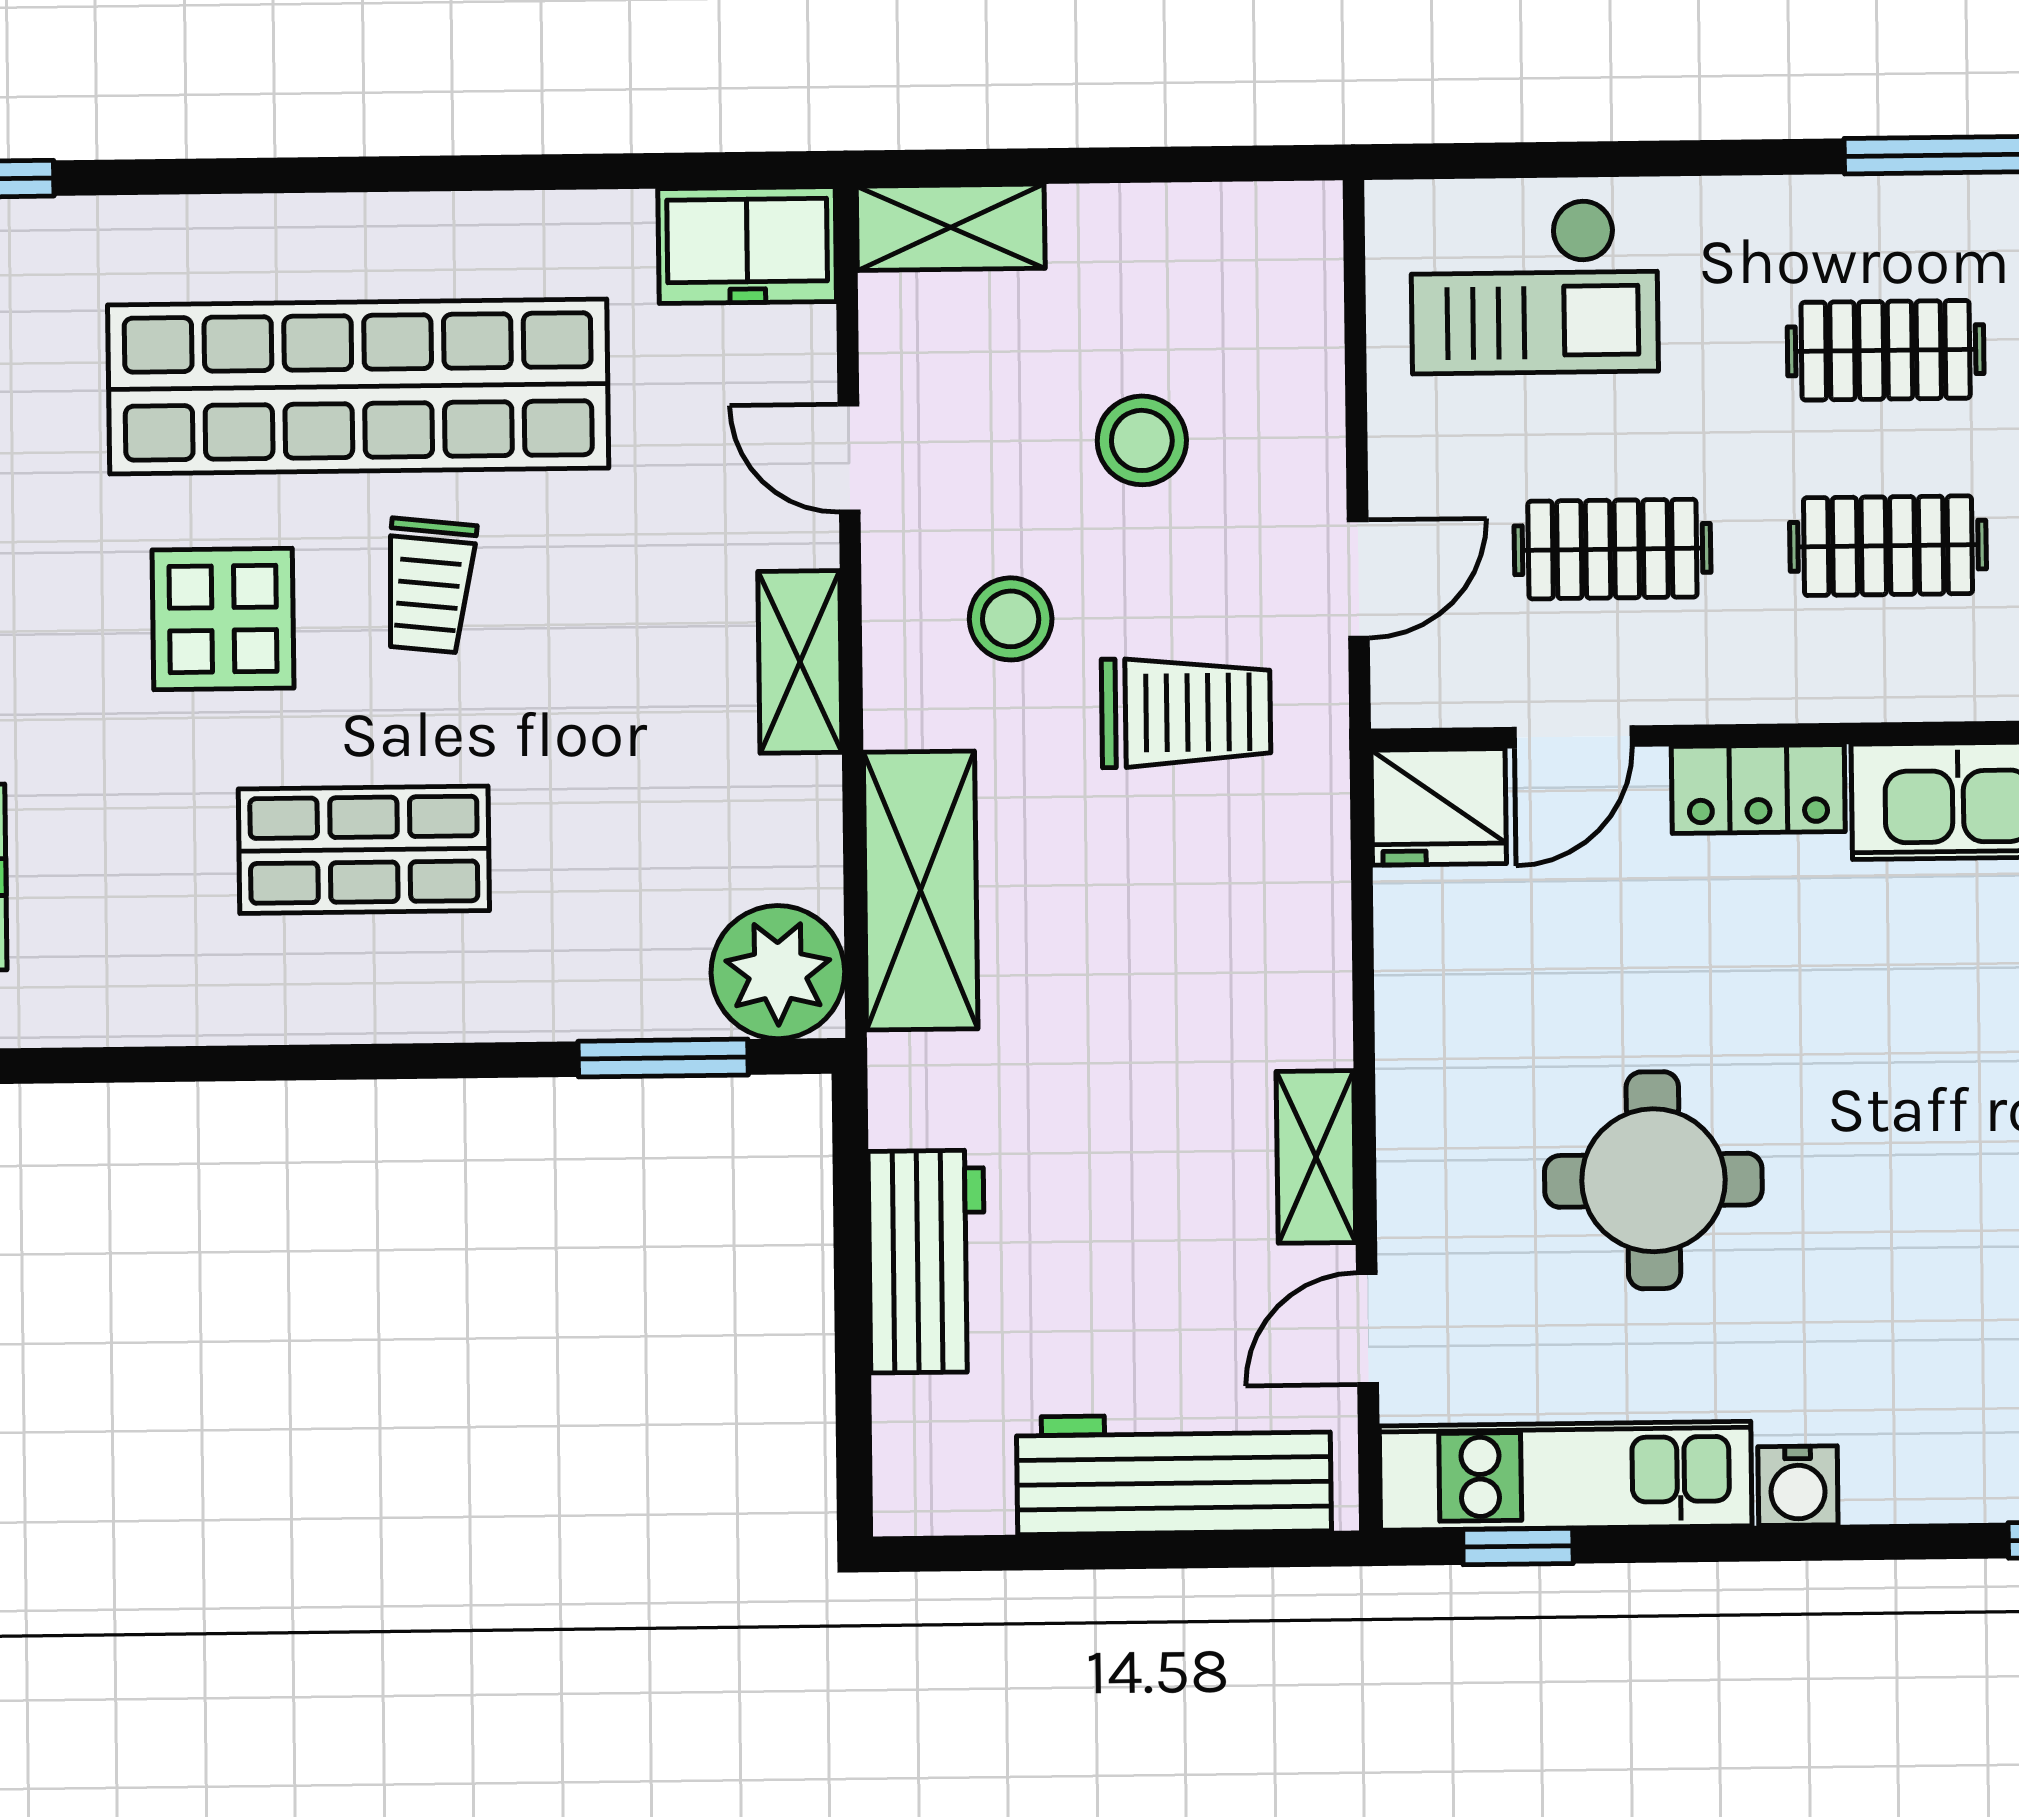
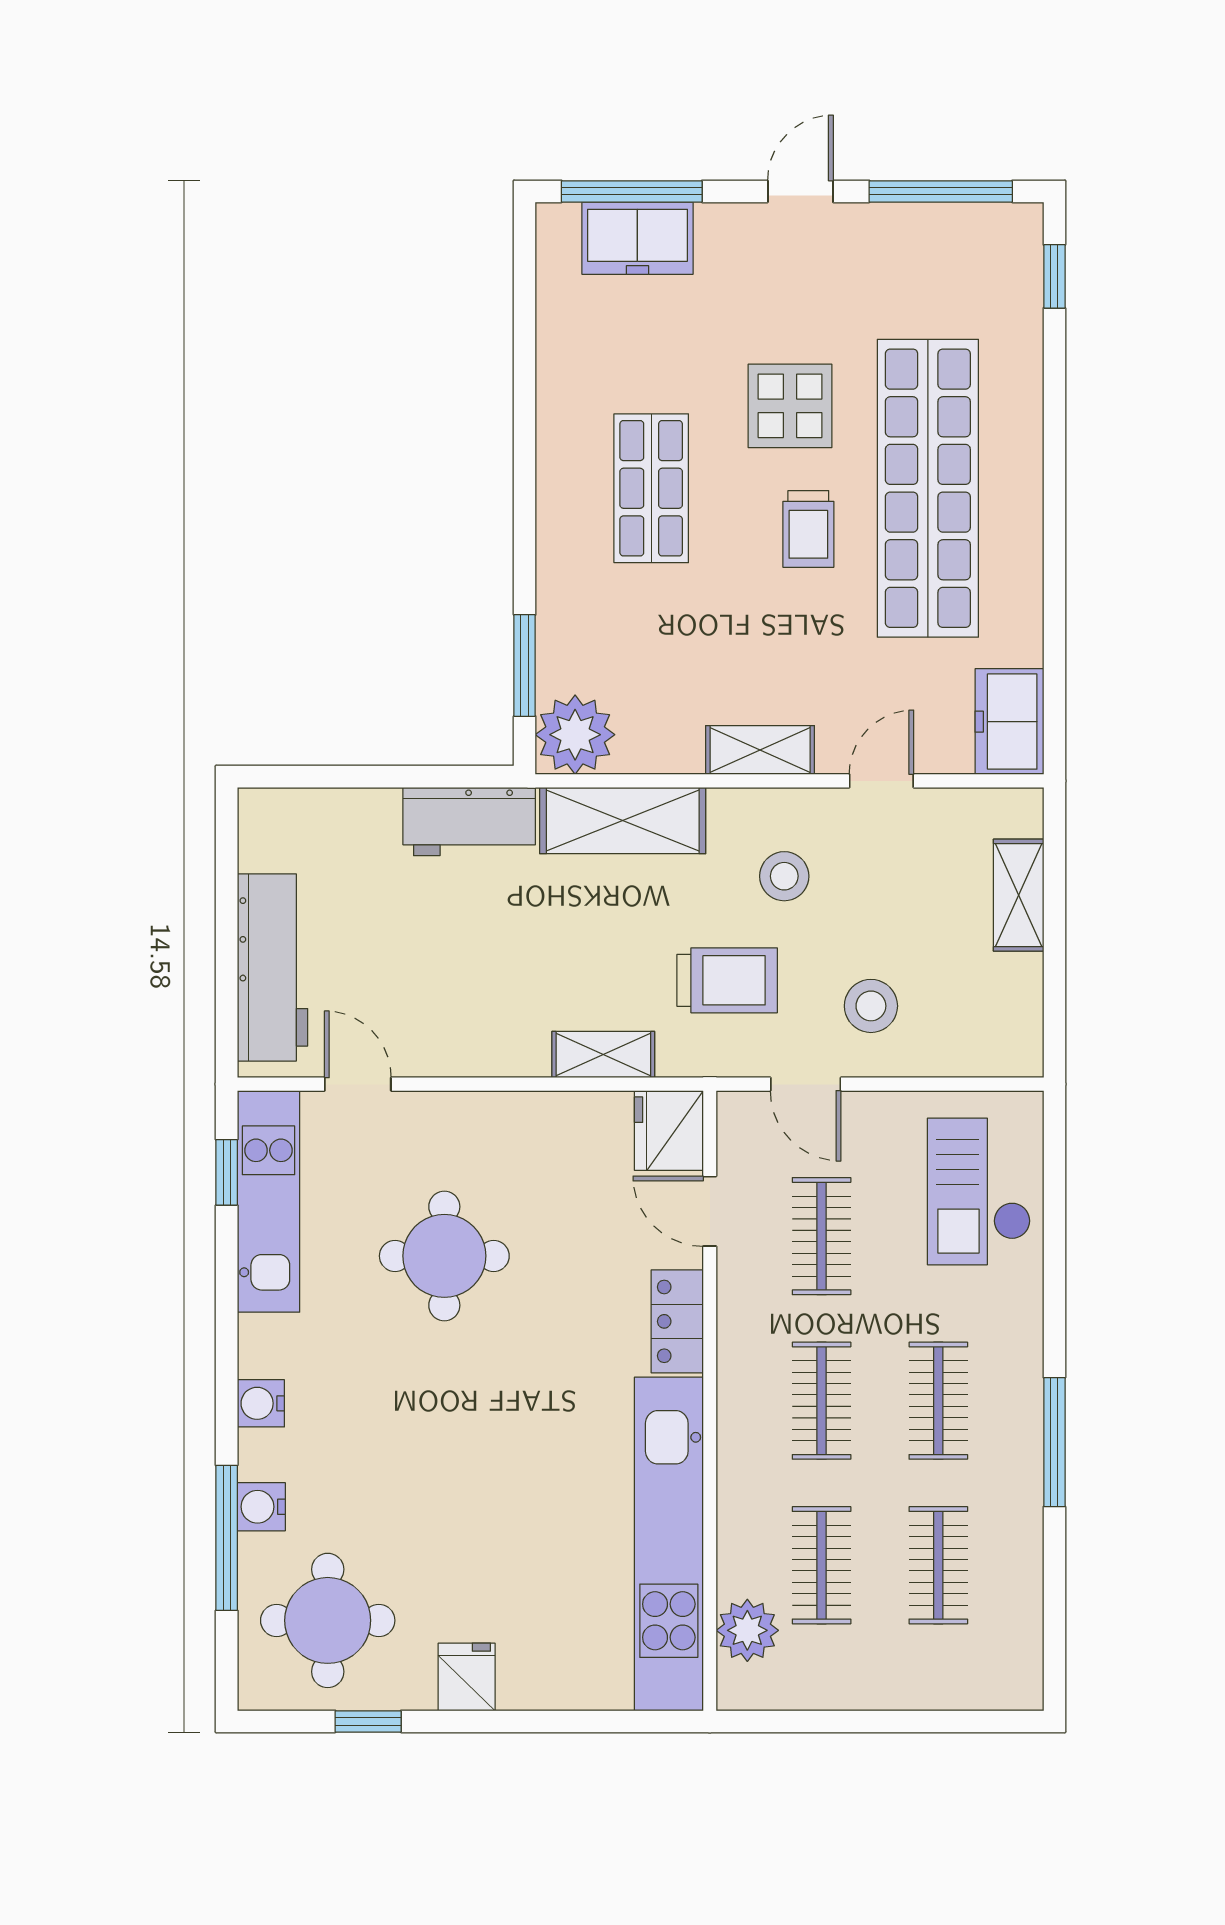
shelving: (951, 227) -> (1019, 895), moved
stool: (1142, 440) -> (871, 1006), moved
trolley: (429, 586) -> (808, 529), turned -96
trolley: (1186, 712) -> (727, 980), turned -90
shelving: (1316, 1157) -> (603, 1055), moved
workbench: (927, 1262) -> (469, 821), moved
water cooler: (1798, 1486) -> (261, 1403), moved

